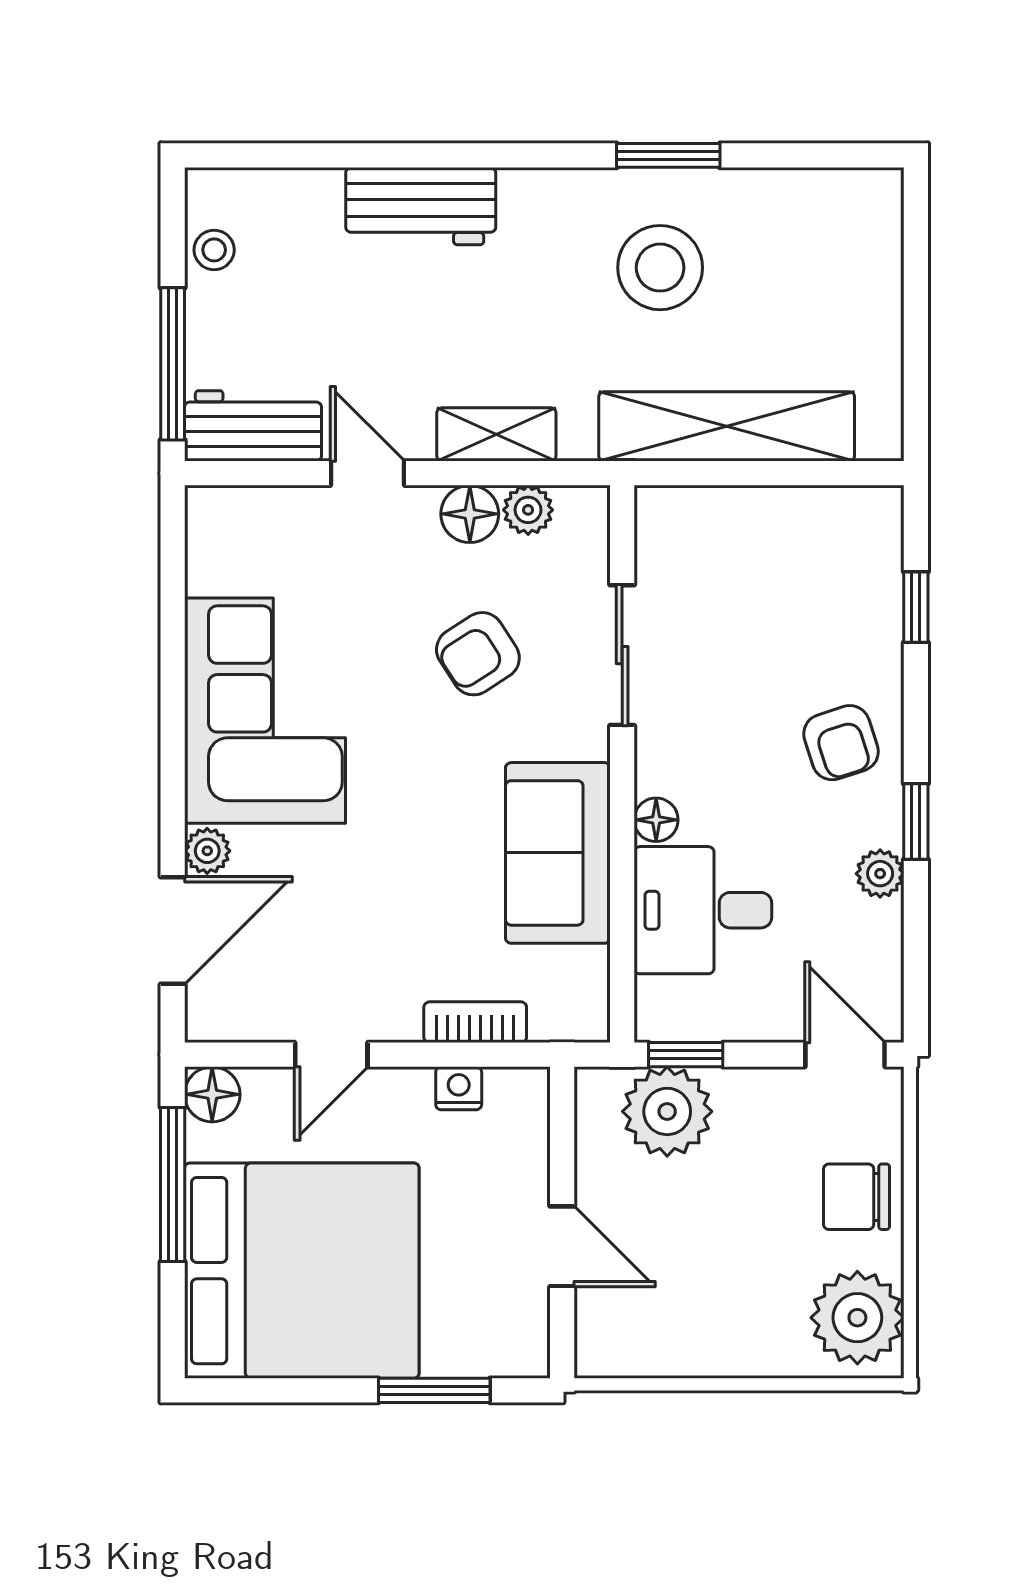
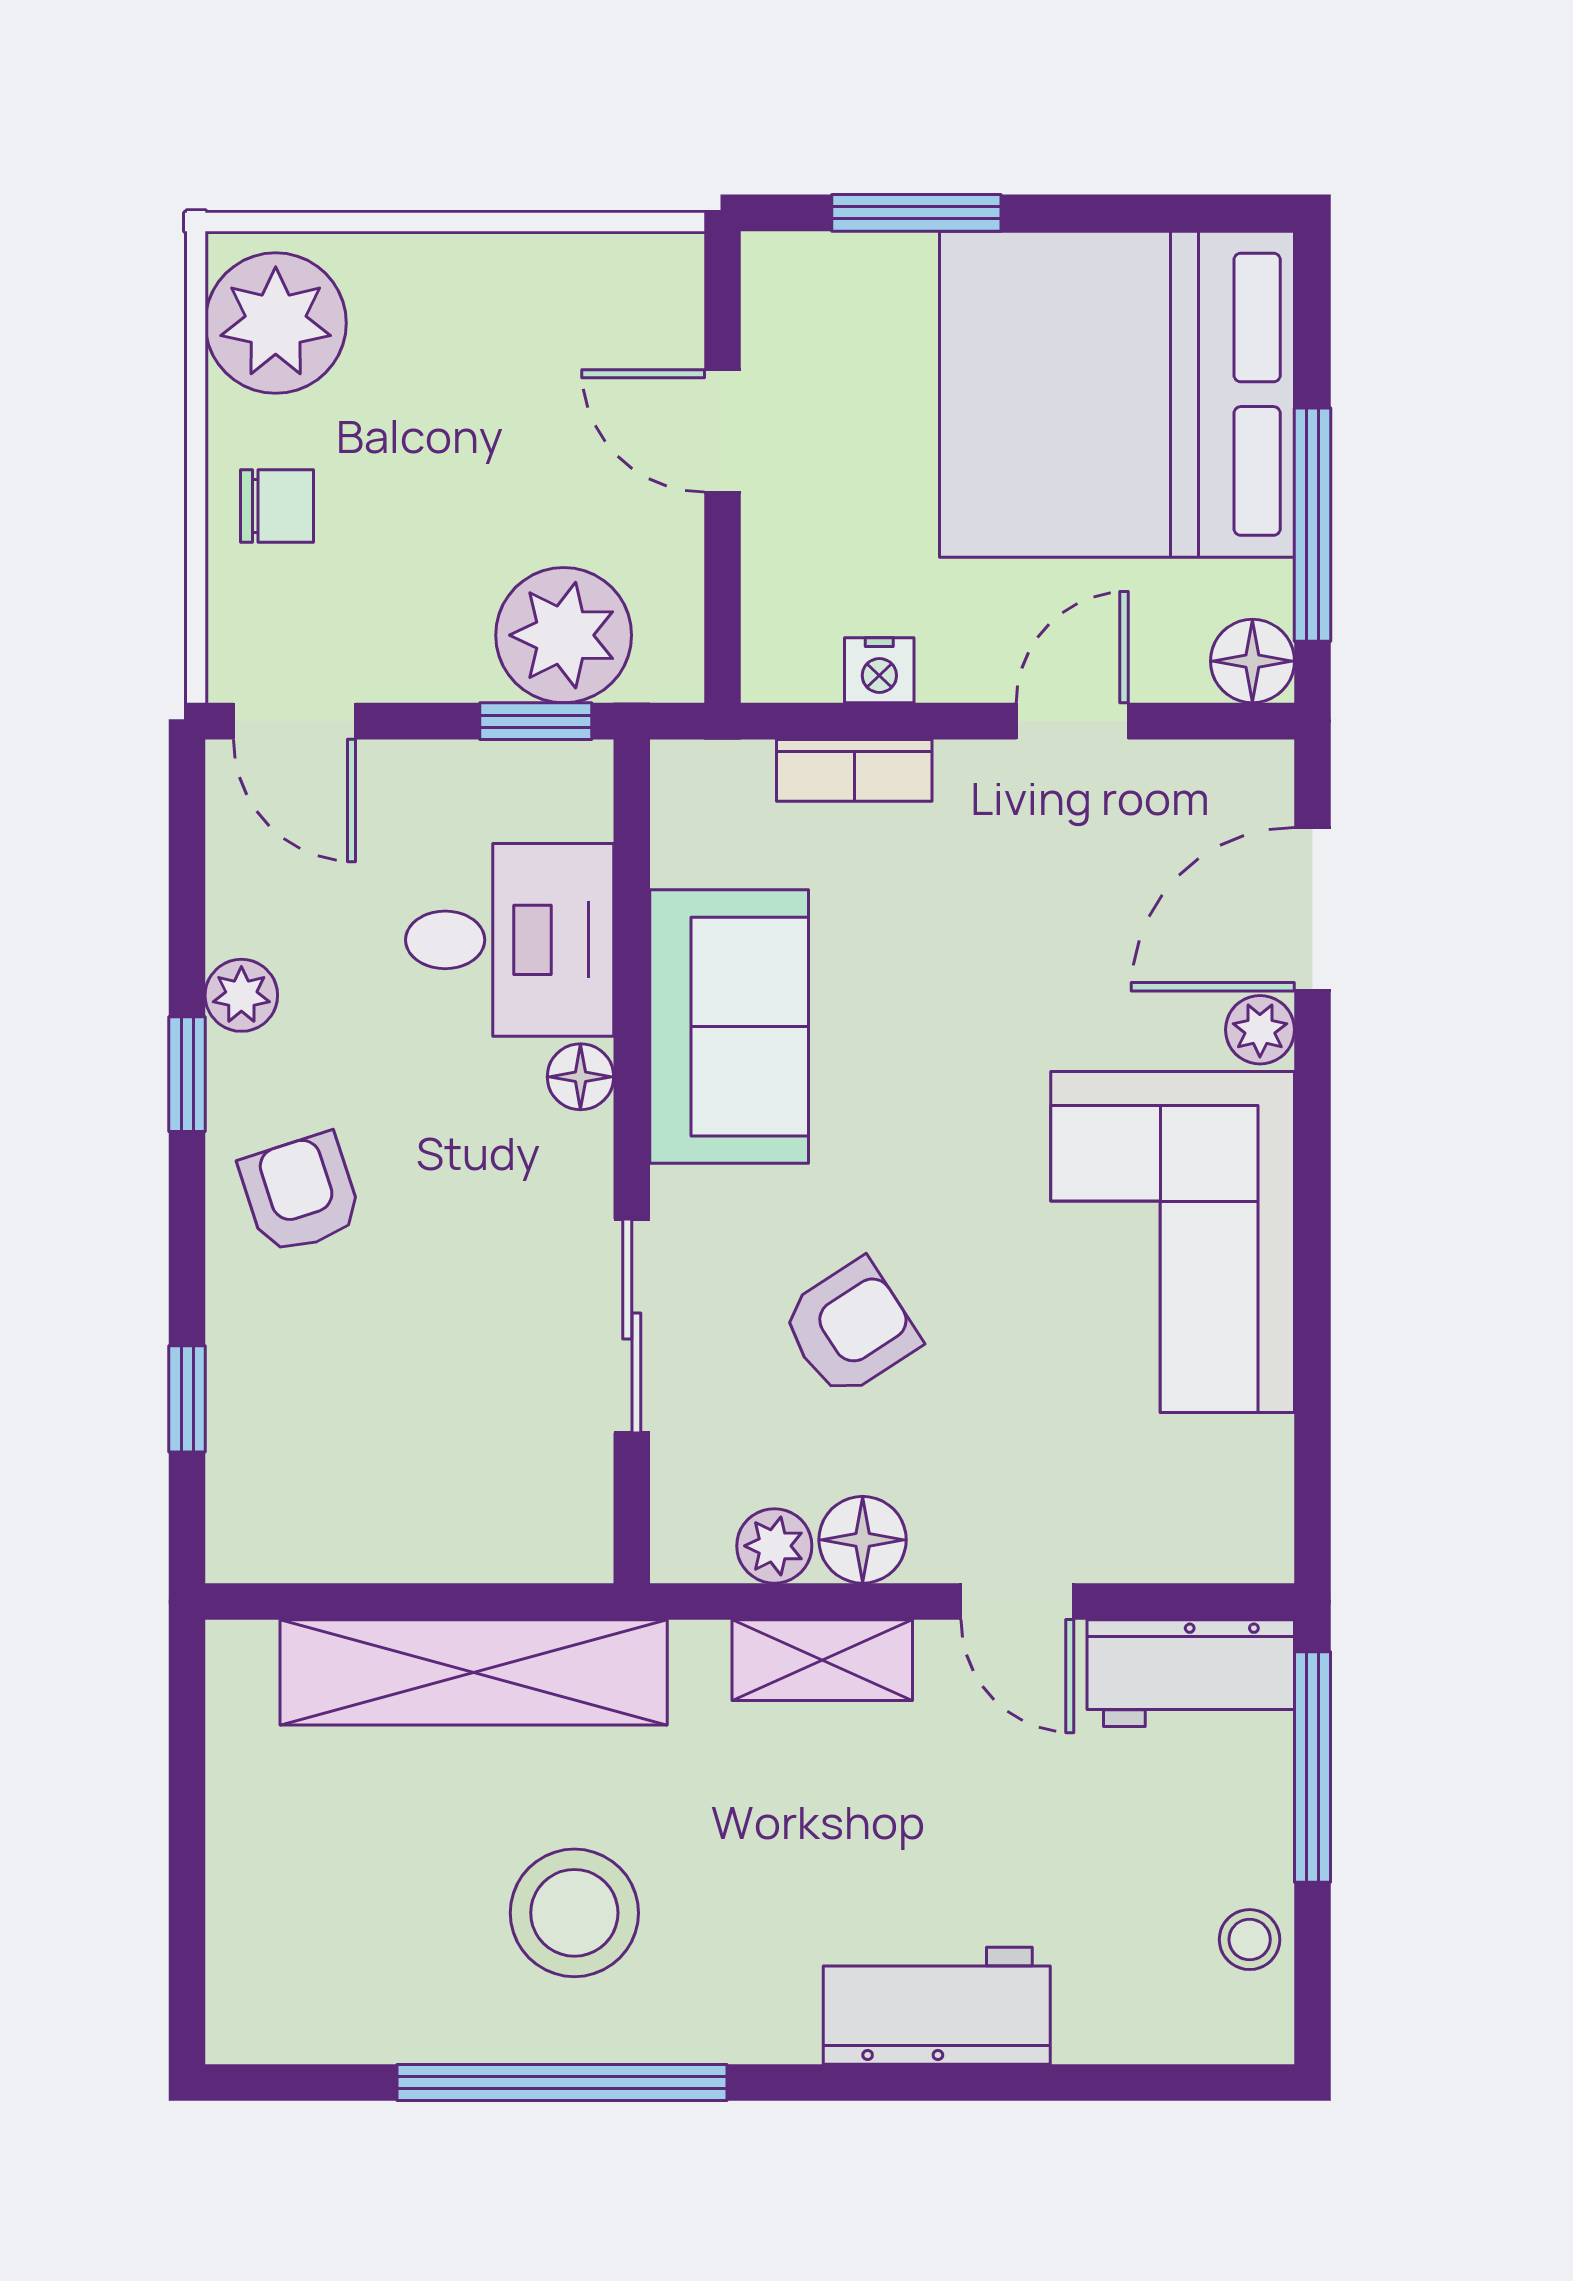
window: (668, 155) -> (562, 2083), width x2.11
chair: (857, 1197) -> (277, 506), width x0.73, depth x0.73

